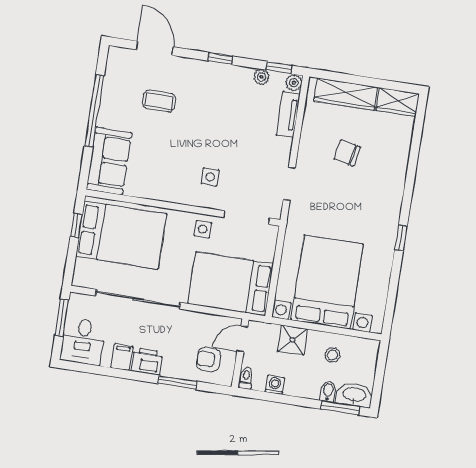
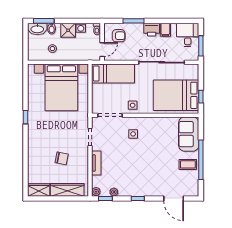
coffee table: (159, 101) -> (188, 164), moved
tv unit: (288, 114) -> (96, 163), moved
bed: (231, 284) -> (113, 73), width x0.67
shower: (293, 340) -> (68, 30), moved

